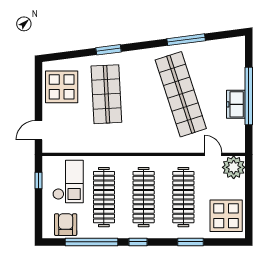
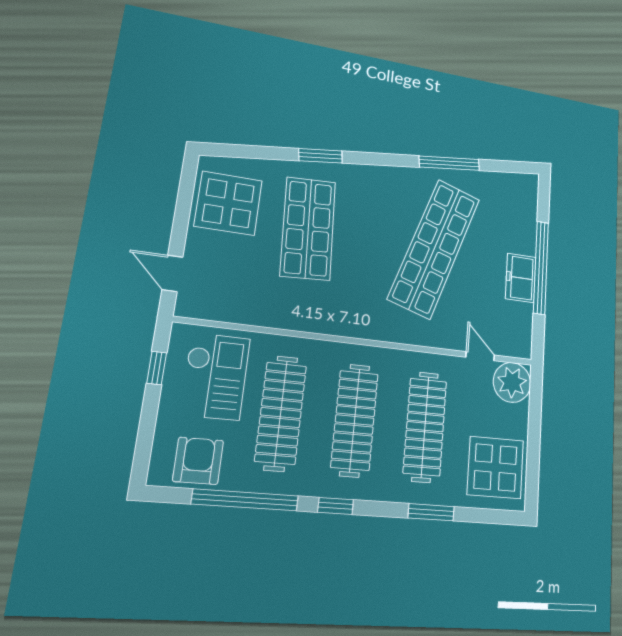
shop shelf: (181, 94) -> (434, 248), turned 36
door: (39, 130) -> (172, 273), hinge flipped

